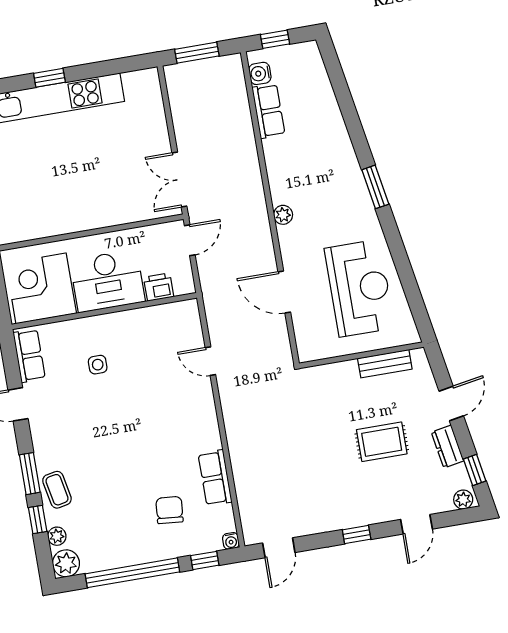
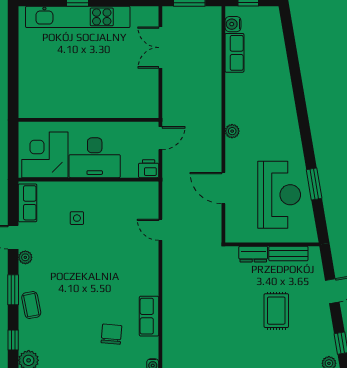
double door: (179, 180) -> (160, 48), moved
window: (375, 187) -> (314, 184), moved
printer: (159, 287) -> (149, 169), moved
rug: (382, 442) -> (276, 311), turned 90
dresser: (448, 447) -> (253, 254), moved, turned -80
window: (38, 519) -> (13, 340), moved
plant: (57, 536) -> (25, 257), moved

